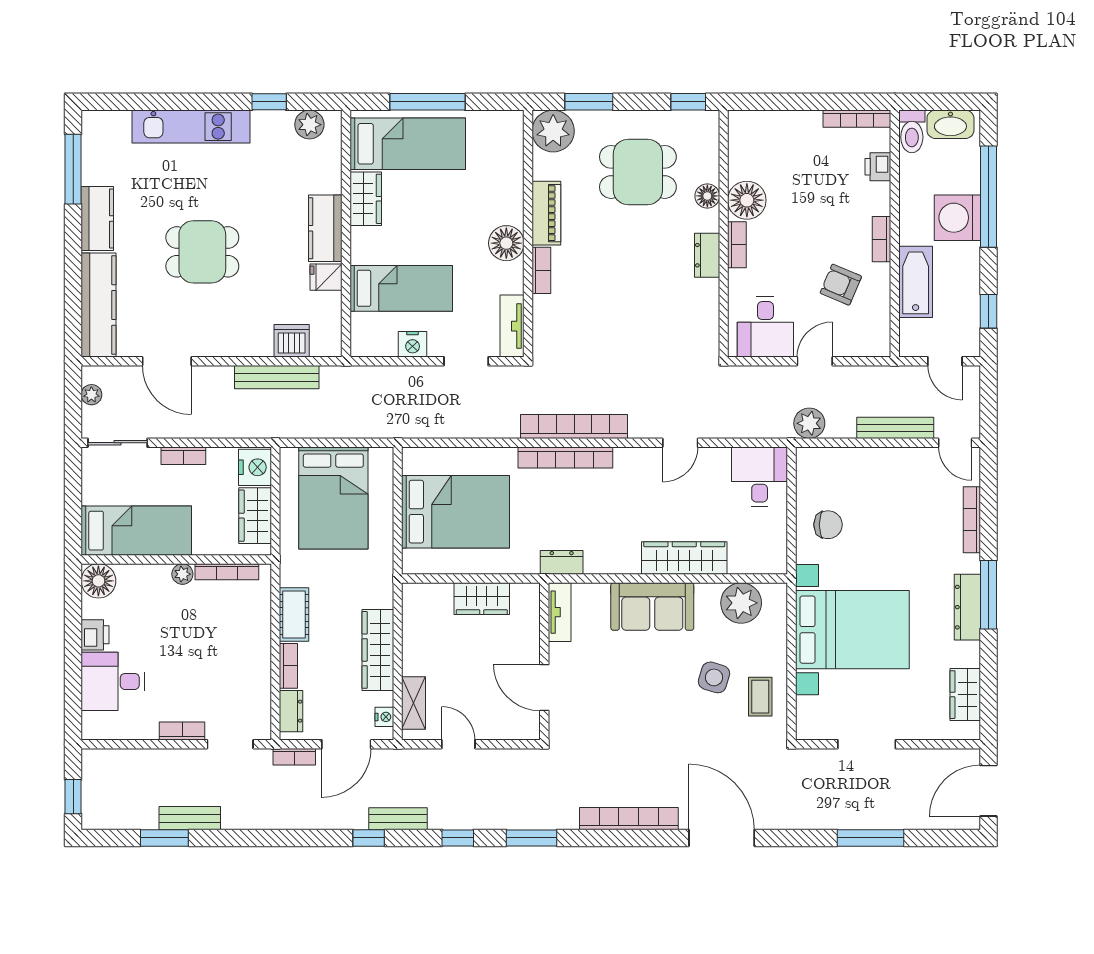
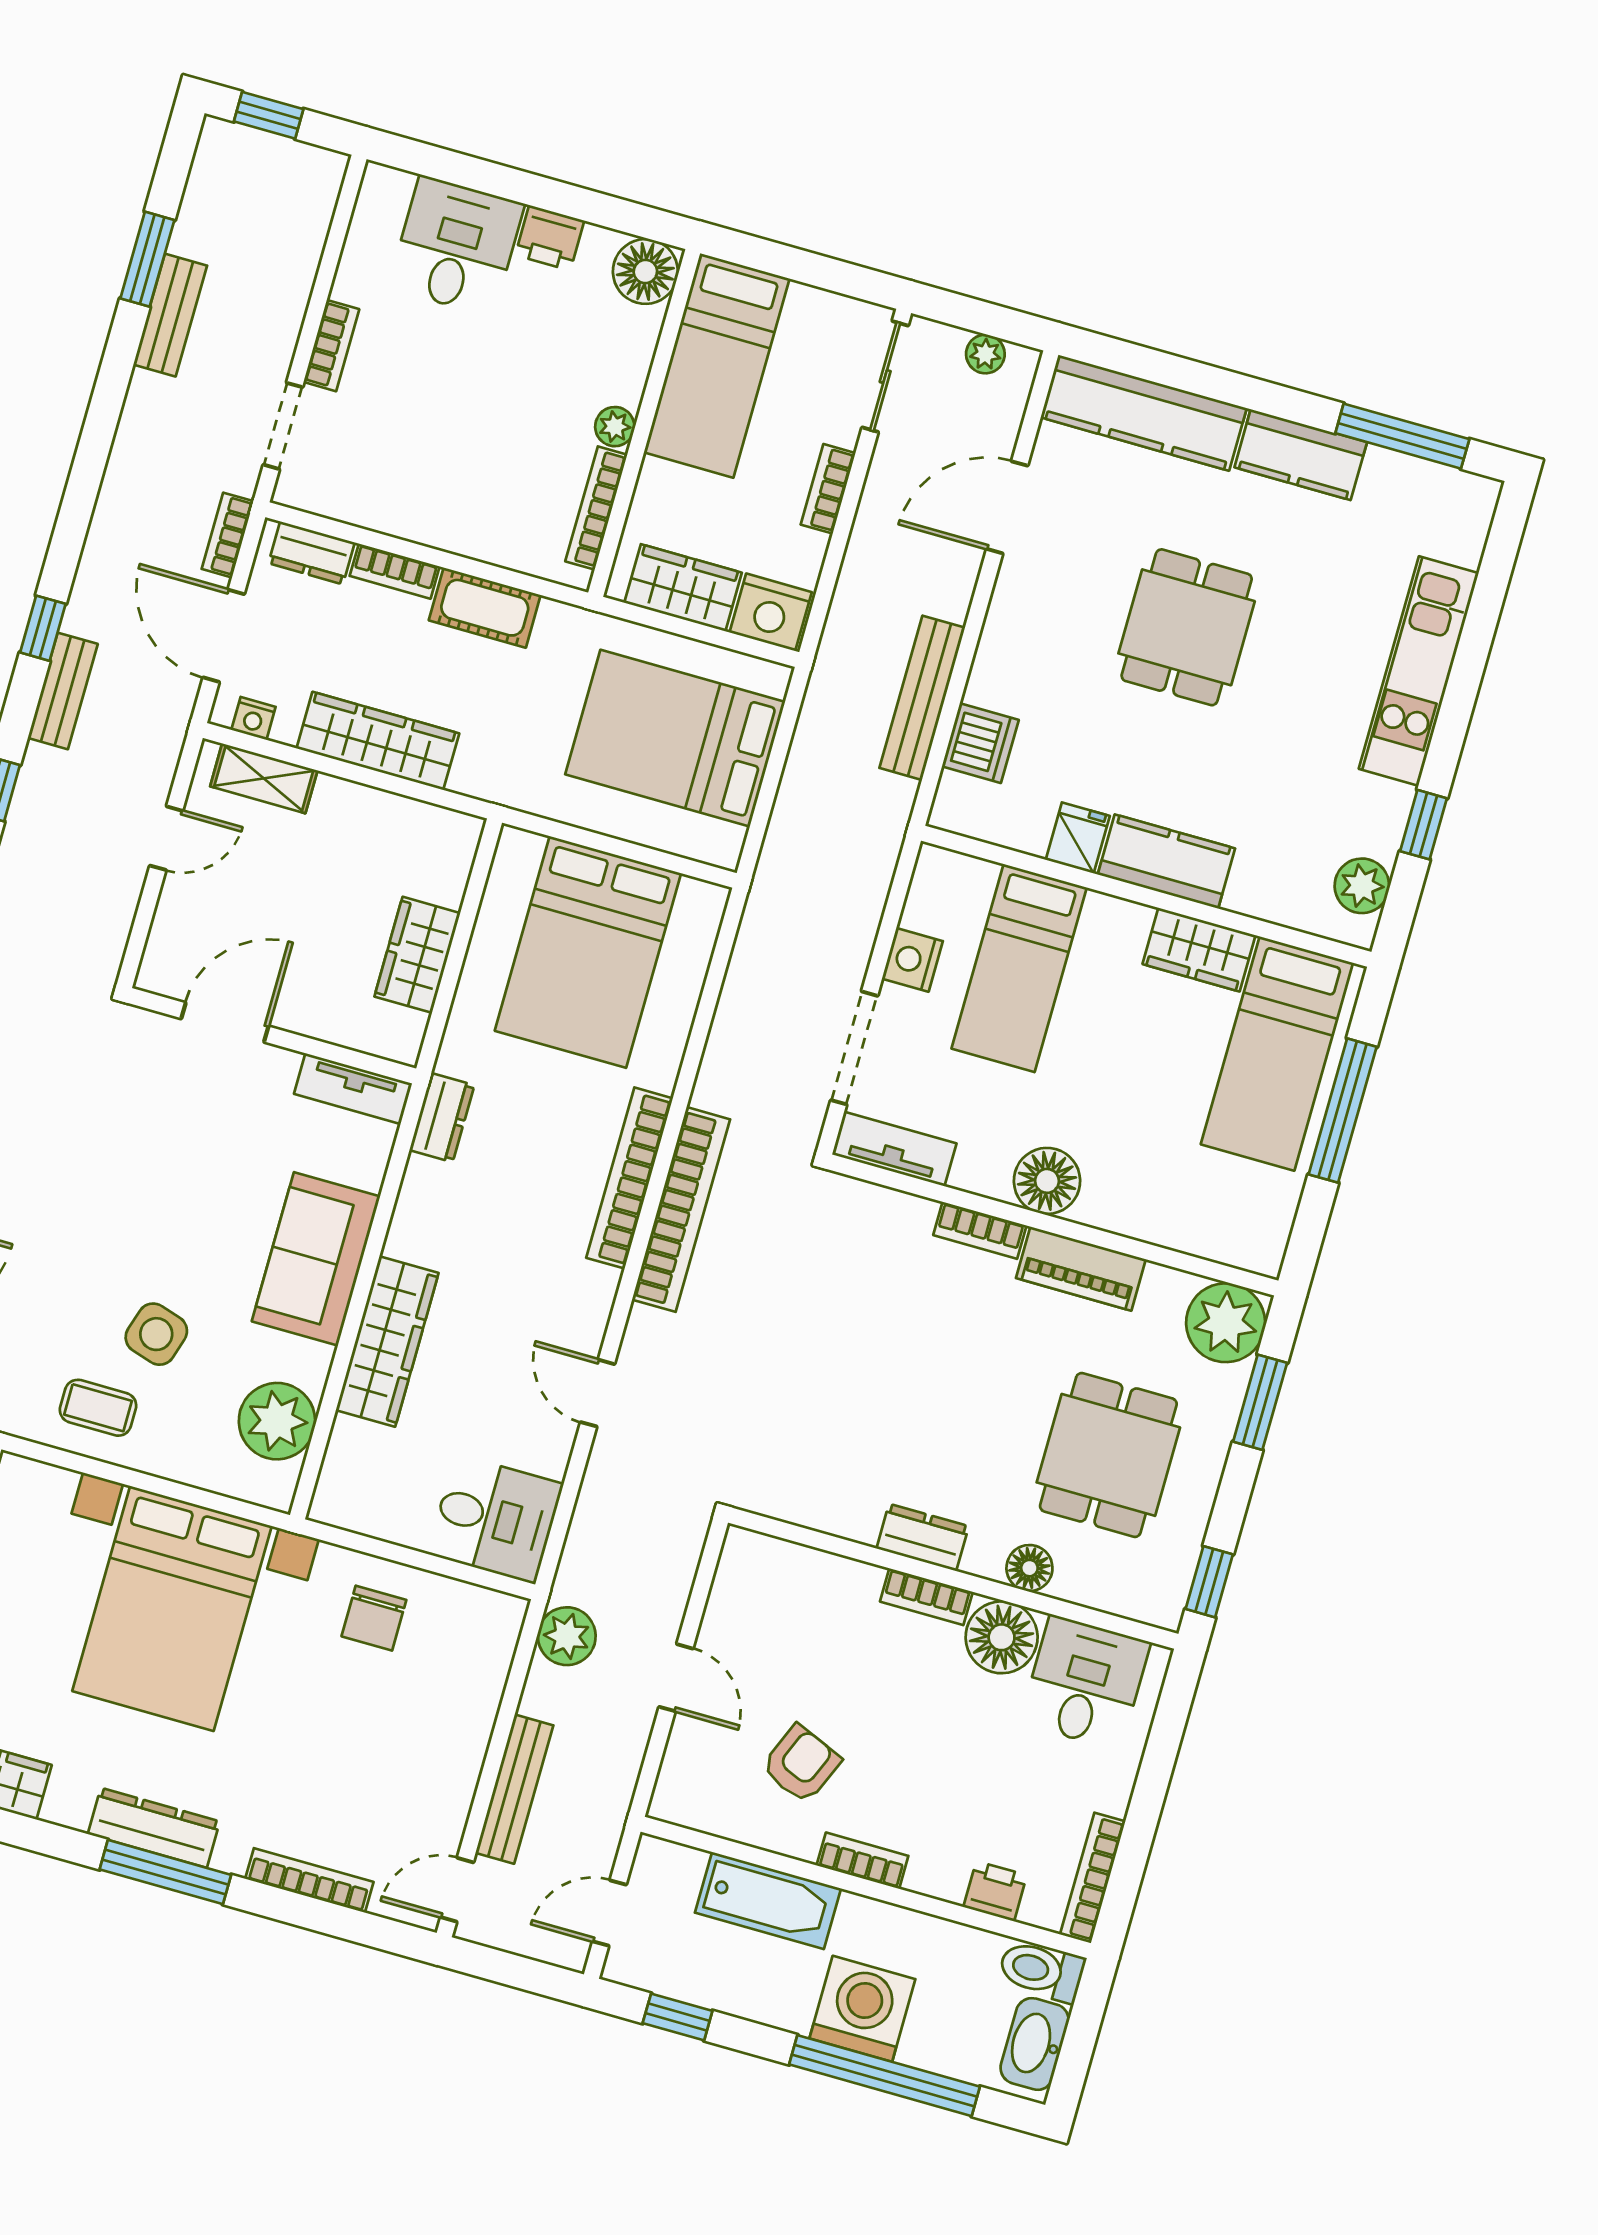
desk: (765, 327) -> (1085, 1683), moved, turned 90
doorway: (466, 361) -> (854, 1048), width x1.38

